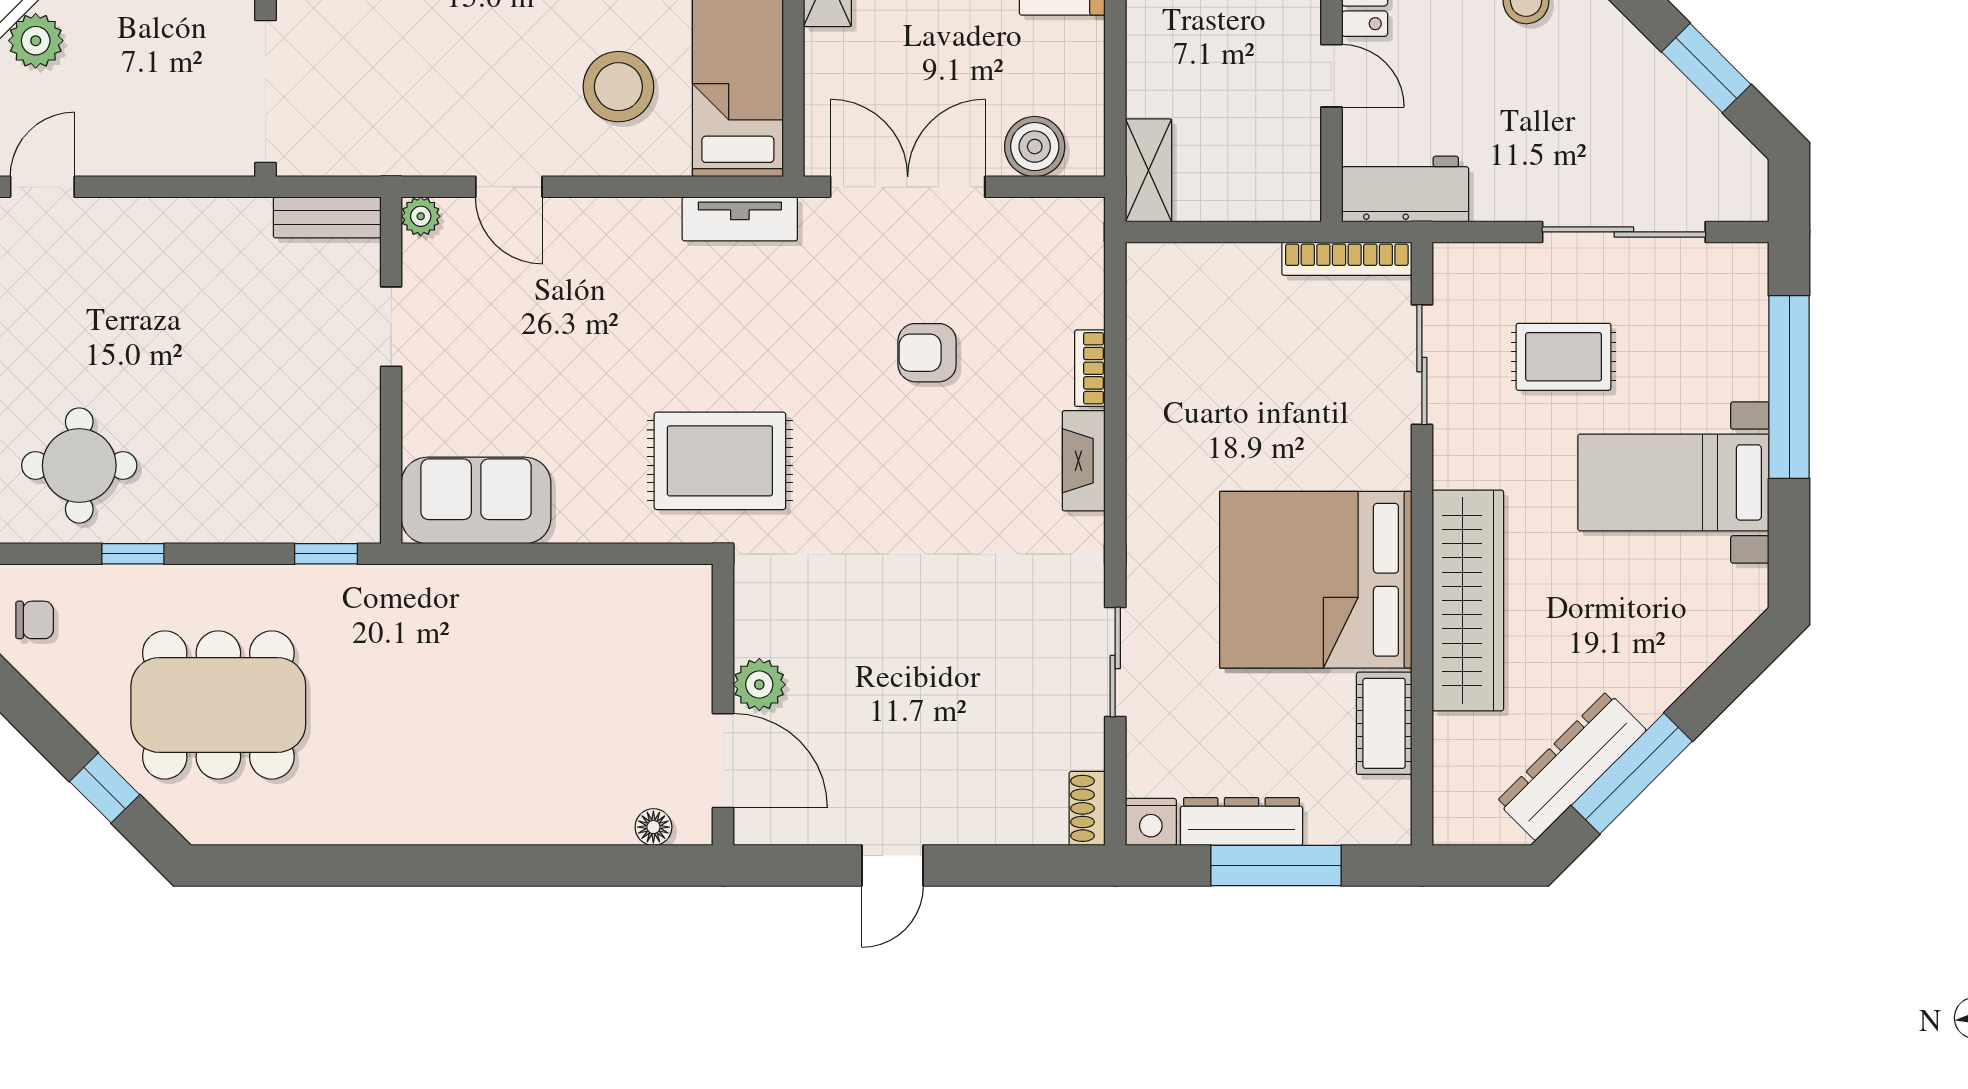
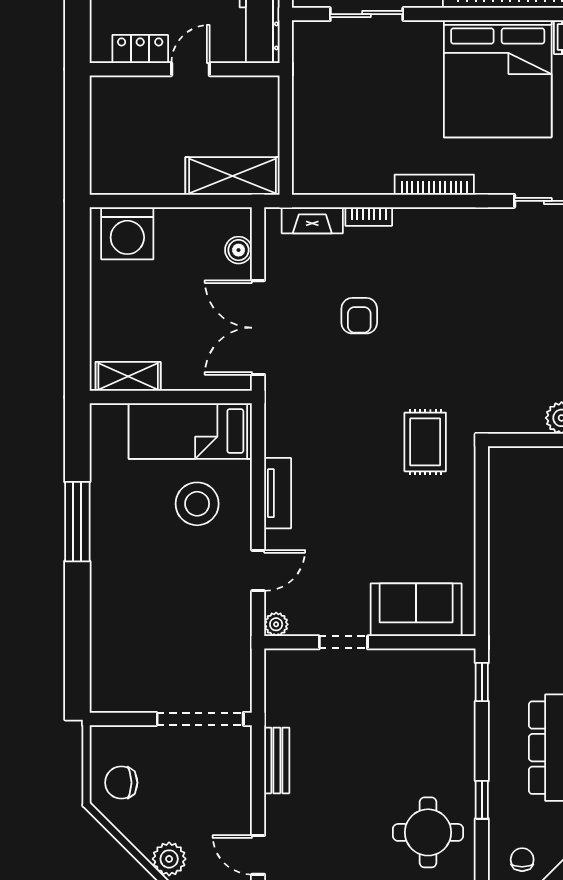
boiler: (1035, 147) -> (239, 250), width x0.73, depth x0.73
shelving: (1148, 170) -> (232, 176), width x1.50, depth x1.33
bench: (327, 217) -> (277, 760), moved
tv unit: (740, 219) -> (278, 493), moved
bookcase: (1347, 259) -> (434, 185), moved, turned -90
rug: (720, 461) -> (425, 442), width x0.73, depth x0.70
fireplace: (1084, 461) -> (312, 220), moved
sofa: (476, 500) -> (416, 610), moved, turned 90

